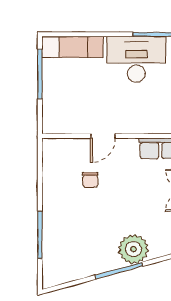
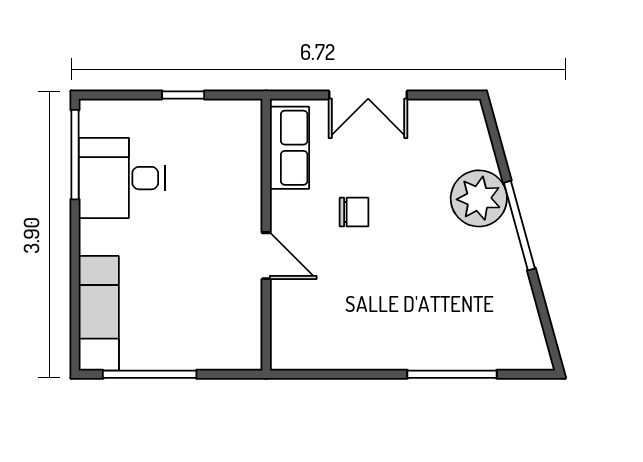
desk: (136, 59) -> (122, 178), width x0.73
chair: (90, 180) -> (354, 212), moved

